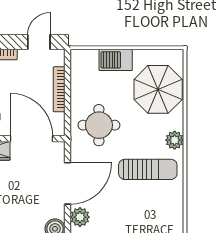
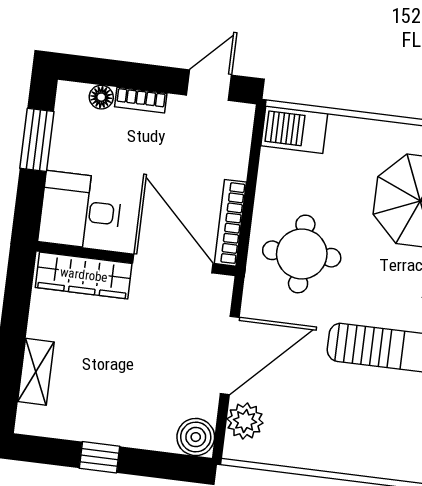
barbecue: (116, 60) -> (294, 130), moved
bookcase: (59, 89) -> (230, 223), moved

